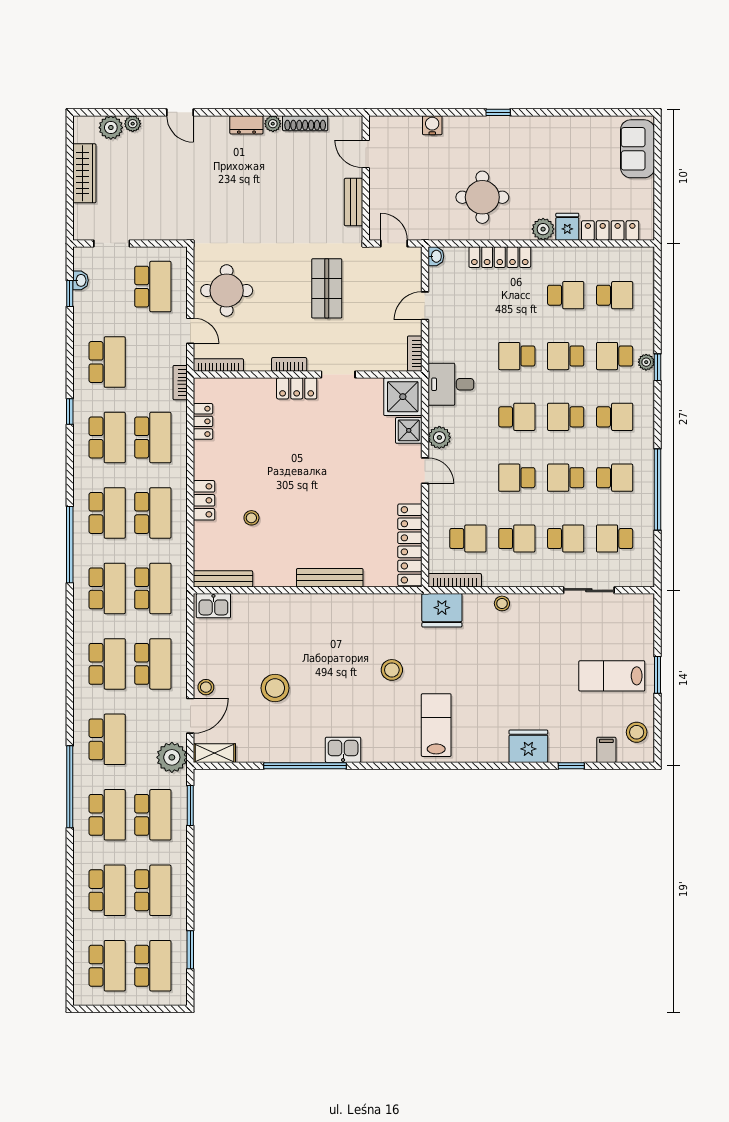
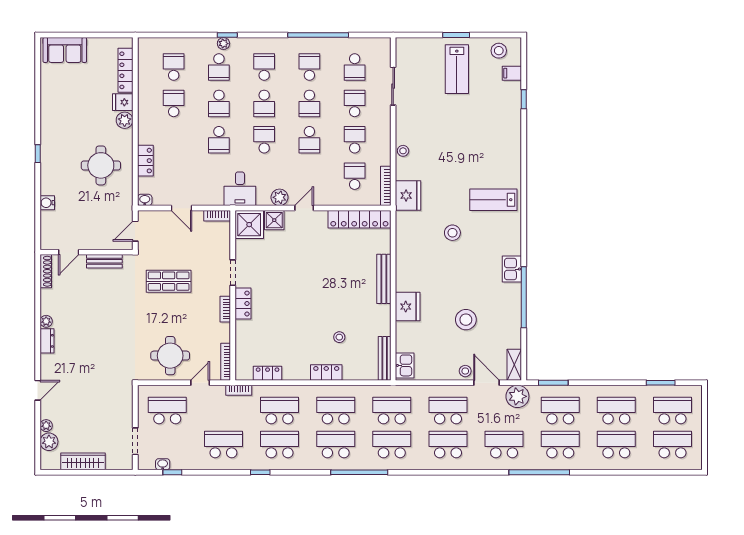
shoe rack: (305, 123) -> (46, 271), moved
locker: (500, 257) -> (145, 161), width x0.66
fridge: (528, 746) -> (408, 307), moved, turned 180

